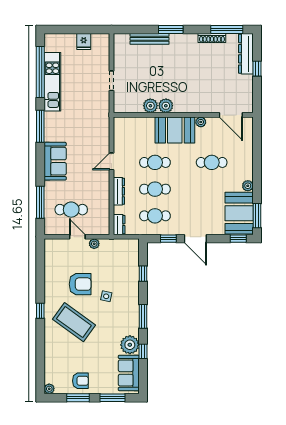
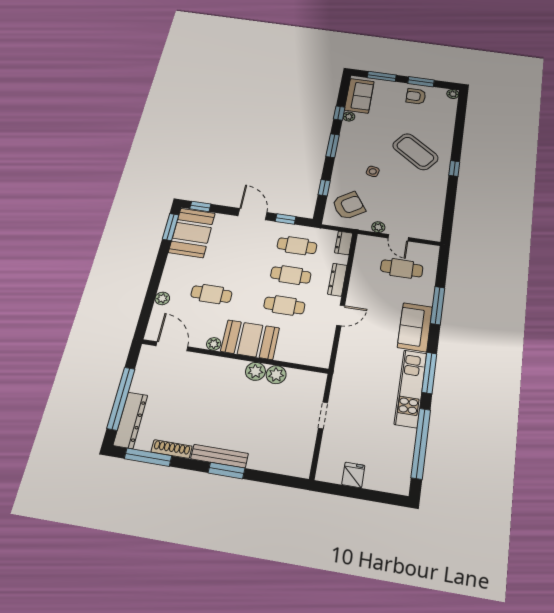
bench: (150, 39) -> (220, 456), moved
window: (257, 69) -> (121, 398), width x3.17
kitchen unit: (52, 82) -> (411, 388), moved
plant: (248, 186) -> (162, 298), moved
window: (40, 202) -> (438, 306), moved
armchair: (80, 284) -> (349, 206), moved, turned 146
plant: (130, 345) -> (349, 117), width x0.53, depth x0.53

